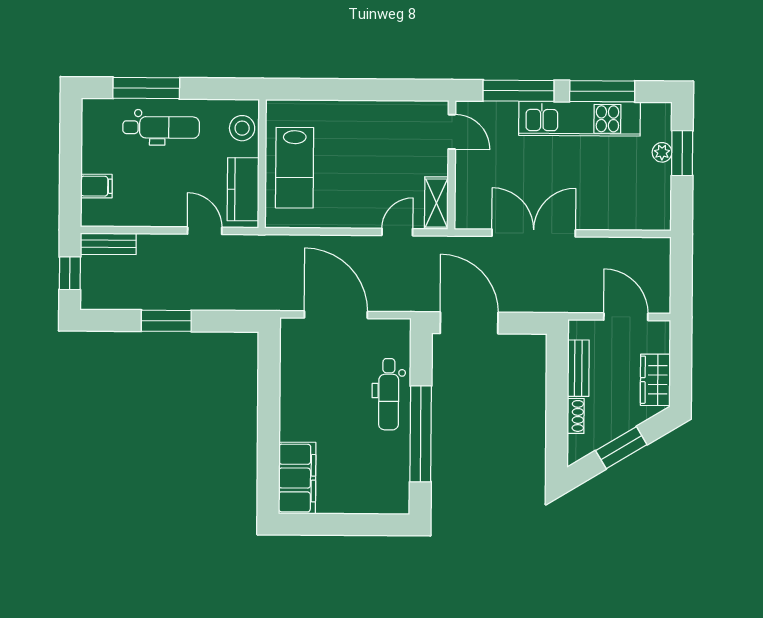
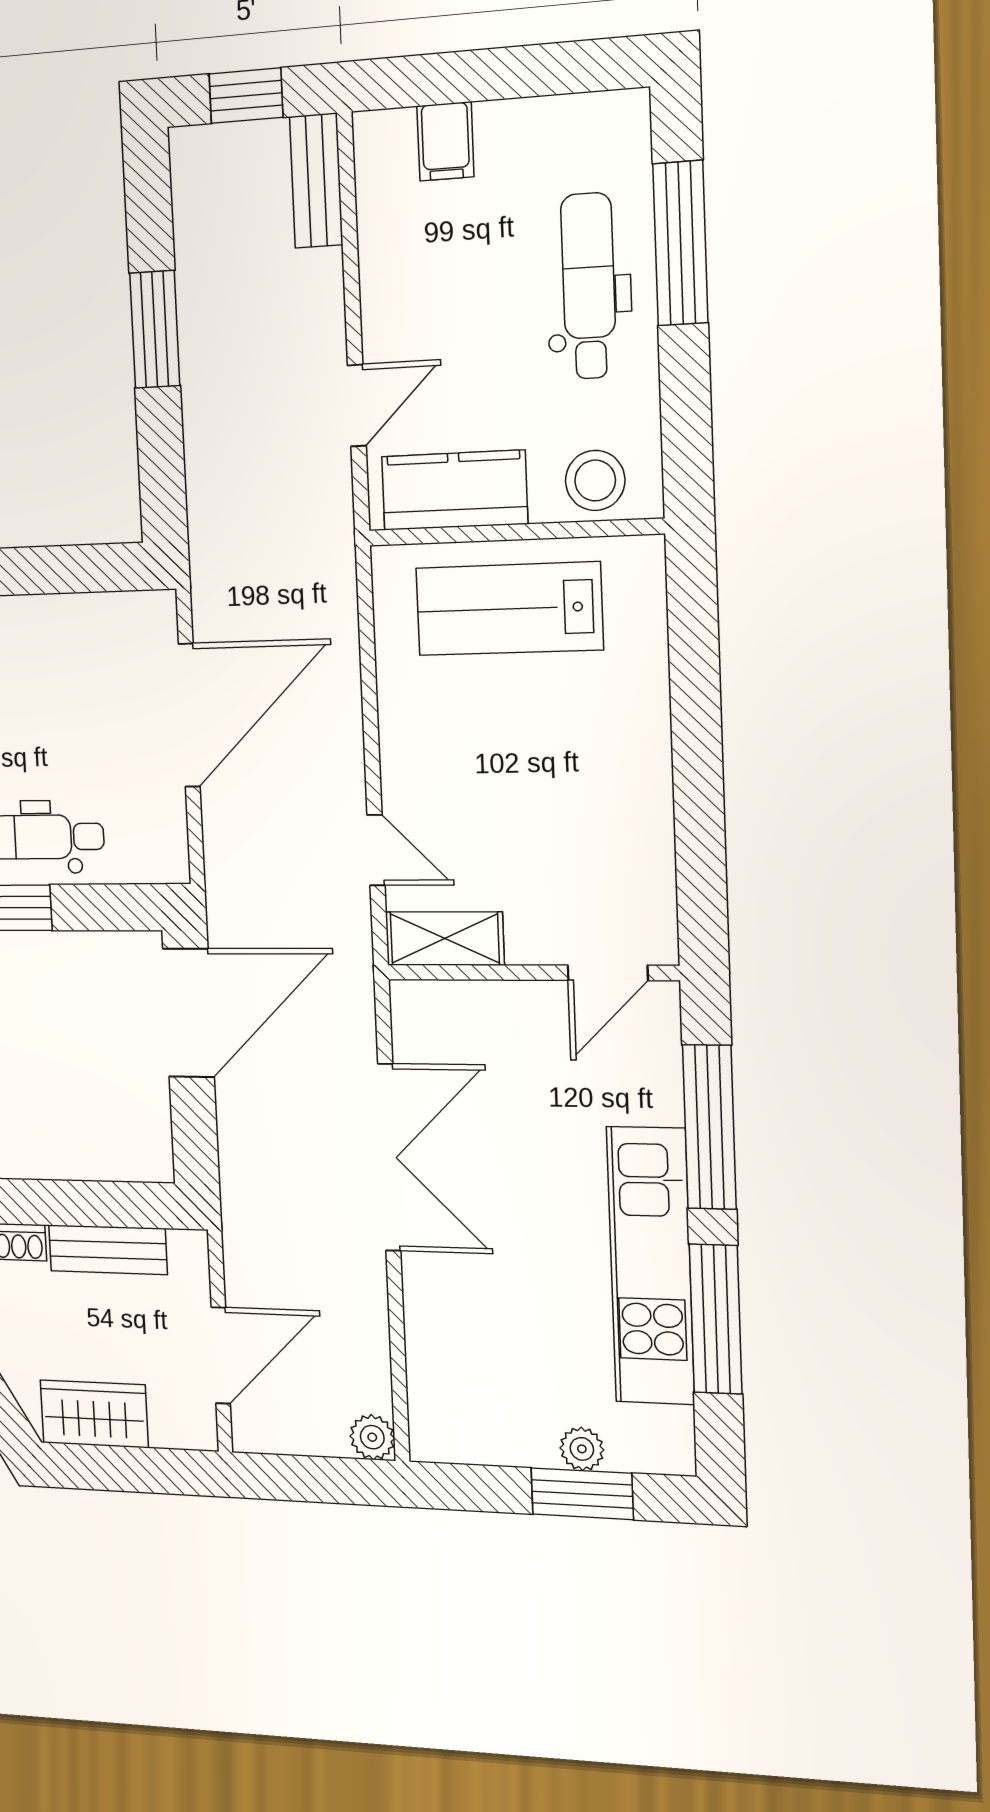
dental chair: (161, 127) -> (589, 286), turned 180
plant: (661, 247) -> (372, 1437), added

